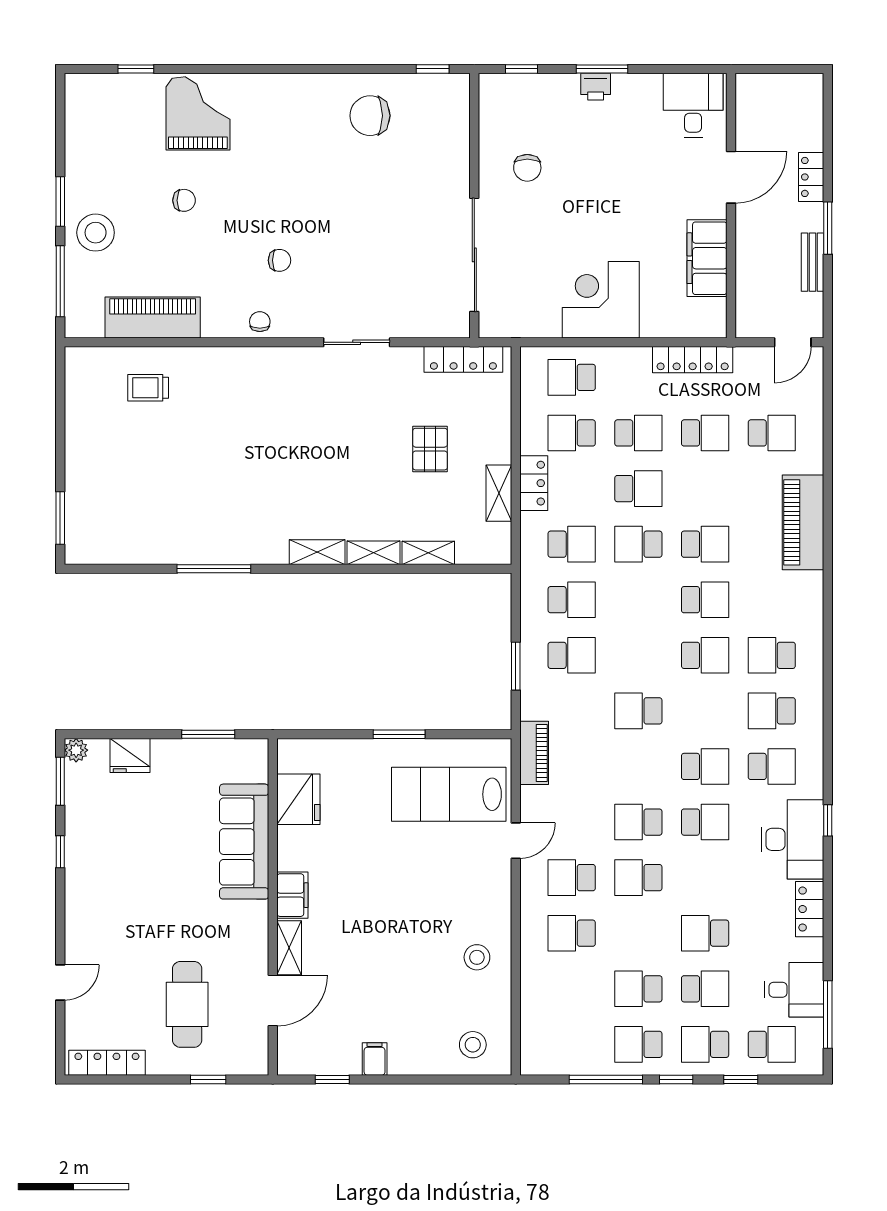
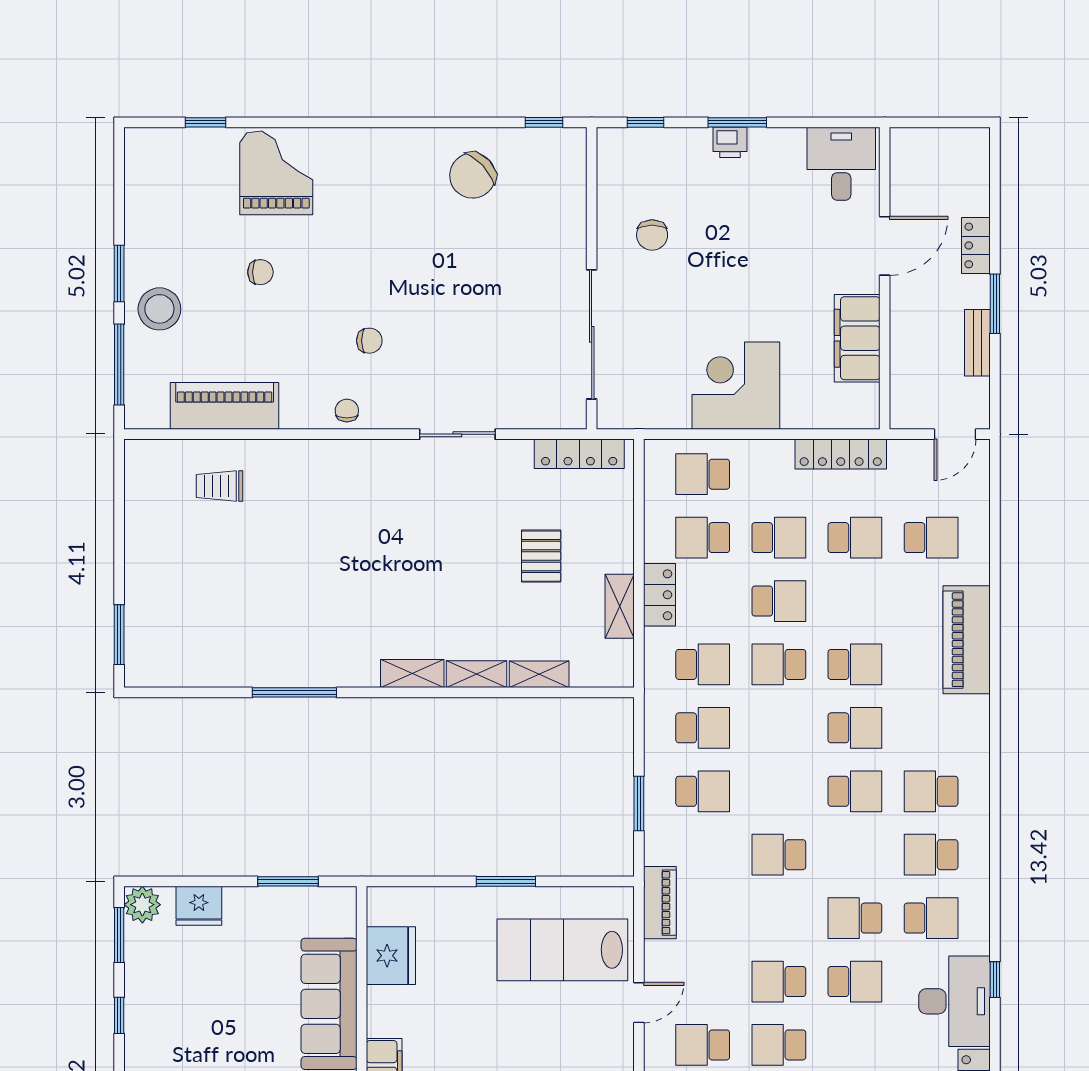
chair: (370, 116) -> (473, 176), turned -43
plant: (76, 750) -> (142, 905), width x1.38, depth x1.38
school desk: (705, 766) -> (855, 918), turned 180

